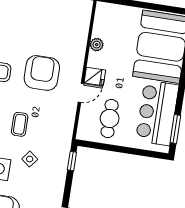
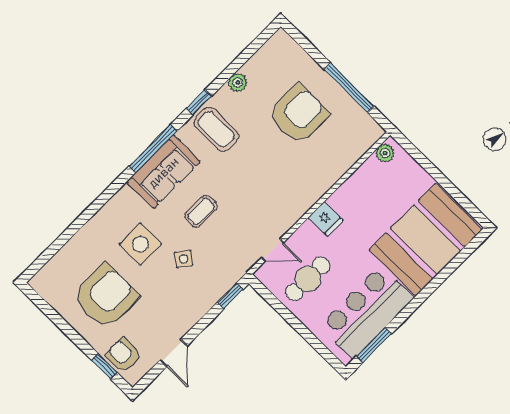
plant: (97, 45) -> (385, 153), moved
armchair: (42, 73) -> (298, 114), moved
door: (81, 93) -> (272, 250), moved

